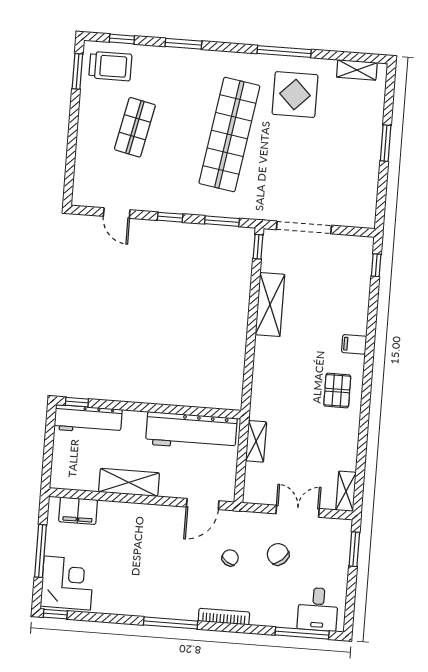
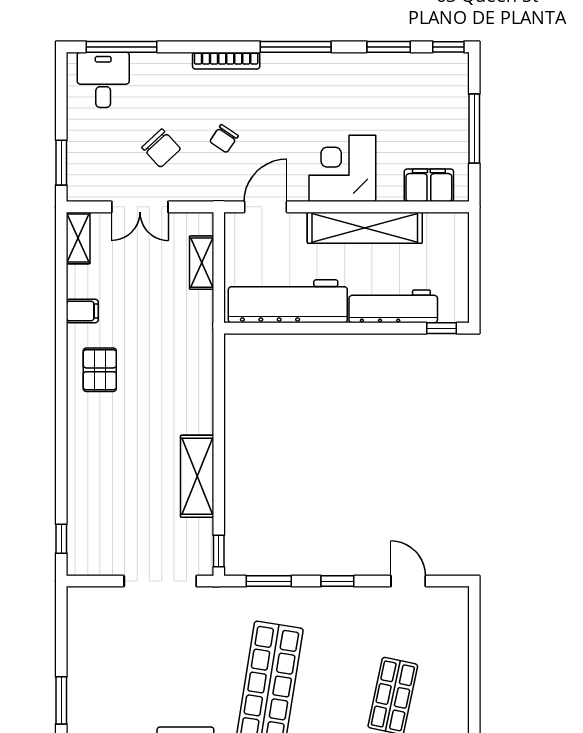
filing cabinet: (354, 344) -> (82, 311), moved
workbench: (88, 419) -> (393, 306), moved
shelving: (256, 441) -> (202, 263), moved
shelving: (129, 482) -> (365, 228), width x1.47
corner desk: (67, 583) -> (342, 168), moved, turned 90
window: (100, 618) -> (389, 47), added

